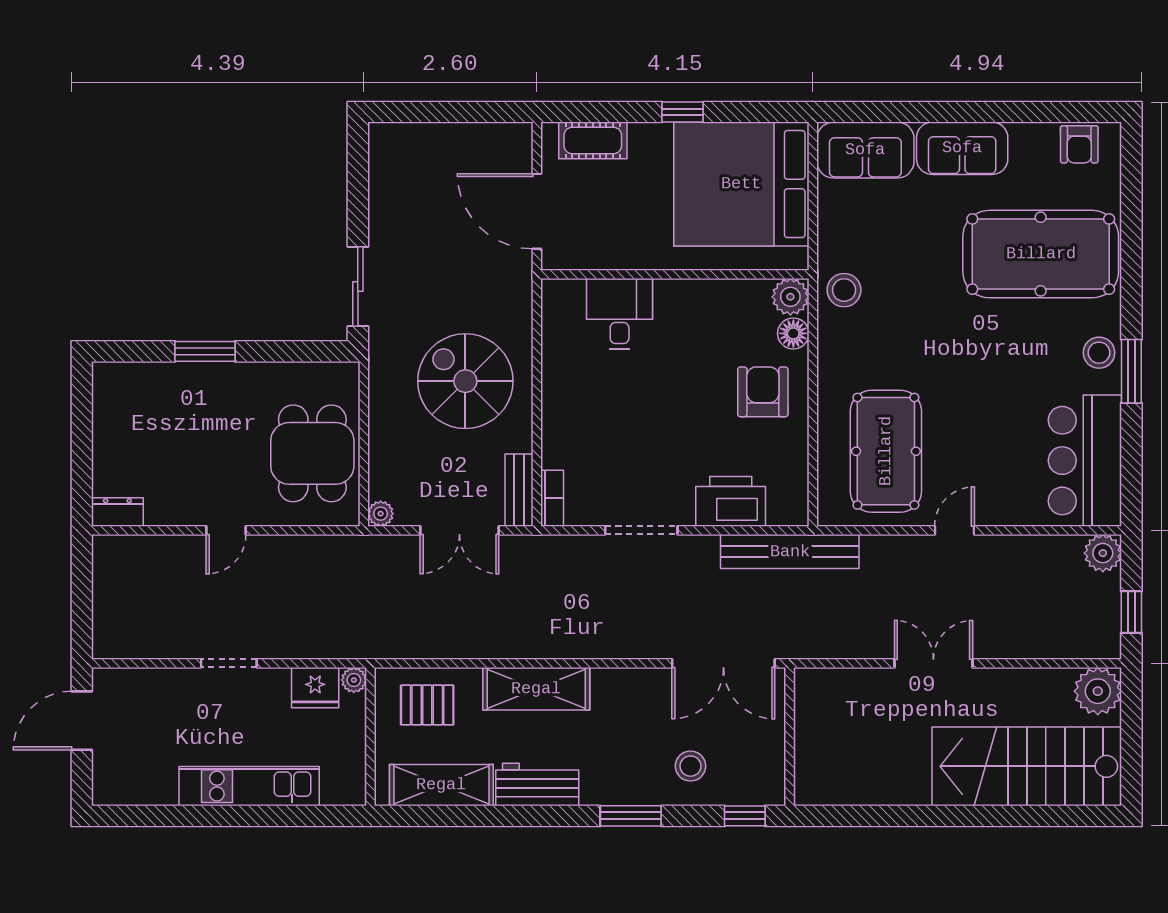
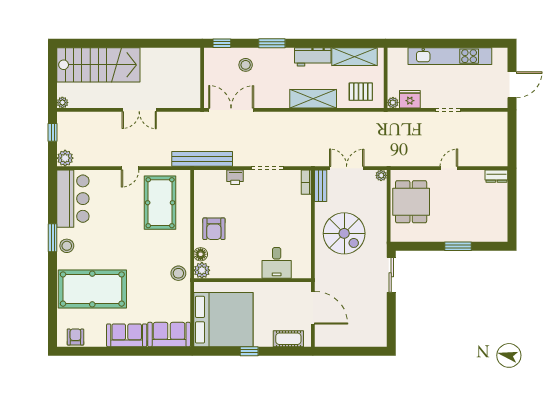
printer: (731, 501) -> (235, 177), width x0.53, depth x0.68
plant: (1098, 691) -> (62, 103), width x0.53, depth x0.53
kitchen unit: (249, 786) -> (450, 56), width x1.36

